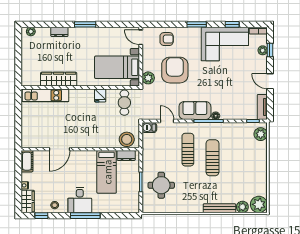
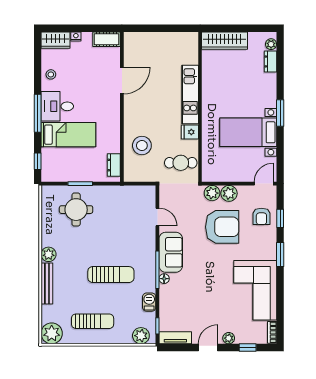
window: (232, 24) -> (280, 218), moved
dresser: (59, 32) -> (270, 61), moved
plant: (263, 50) -> (229, 338), moved
plant: (148, 65) -> (229, 193), added
bed with nightstands: (117, 67) -> (248, 132), moved, turned -90
wardrobe: (59, 79) -> (225, 41), moved, turned 90
kitchen unit: (46, 95) -> (190, 94), moved
door: (167, 121) -> (157, 217), hinge flipped
barbecue: (149, 128) -> (149, 302), moved
stool: (127, 139) -> (142, 145), moved
door: (60, 149) -> (122, 81), swing flipped
sun lounger: (188, 150) -> (93, 321), moved
bed: (107, 172) -> (68, 135), moved, turned 180
plant: (242, 207) -> (49, 254), moved
window: (41, 216) -> (38, 161), moved

